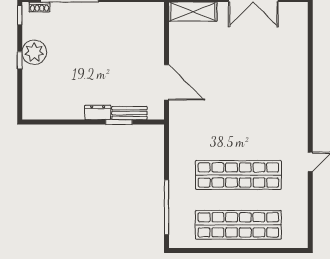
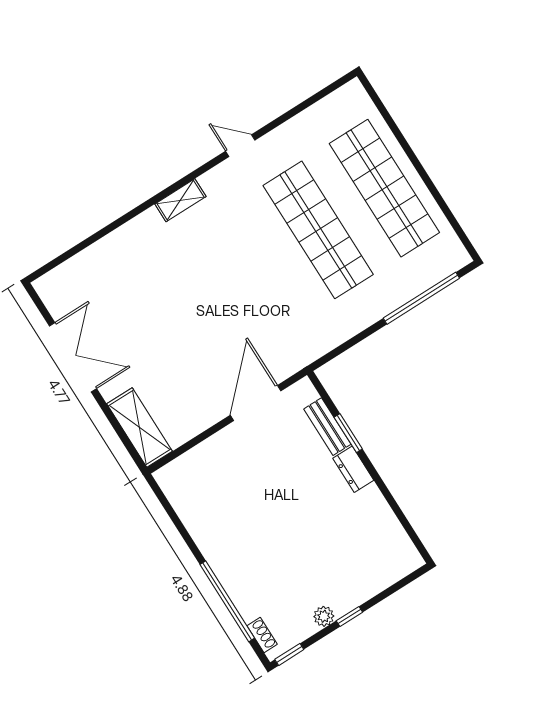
plant: (34, 52) -> (324, 616), width x0.53, depth x0.53
shelving: (301, 111) -> (180, 200), added

